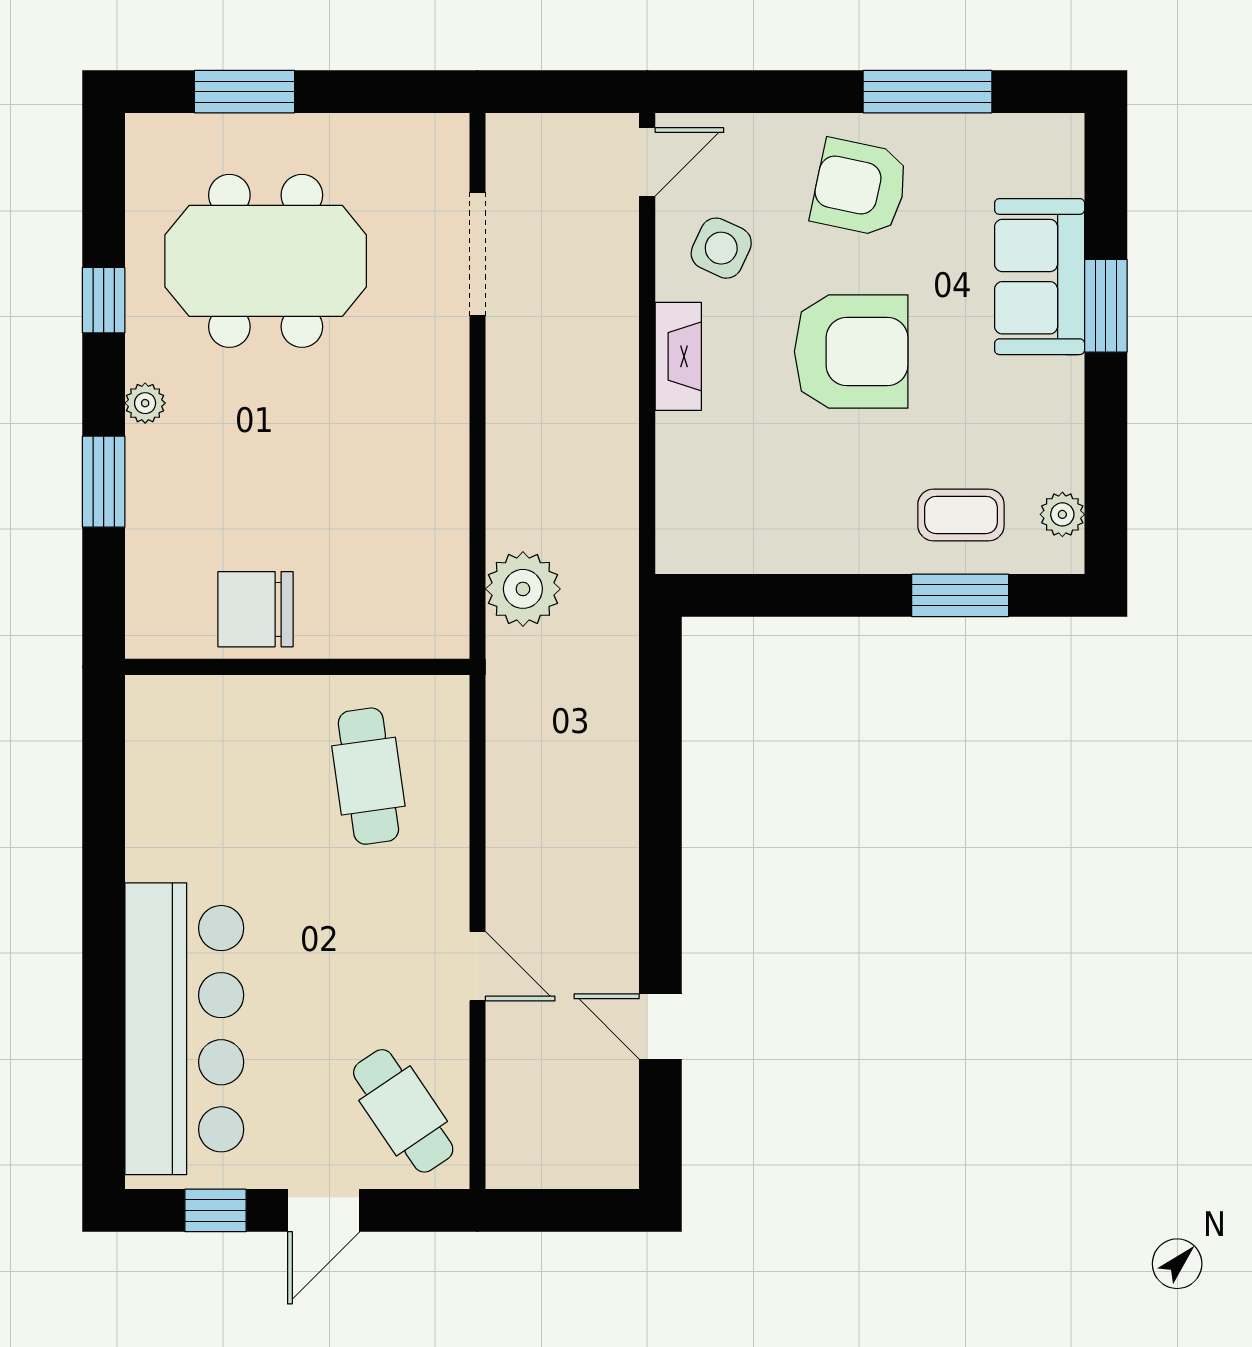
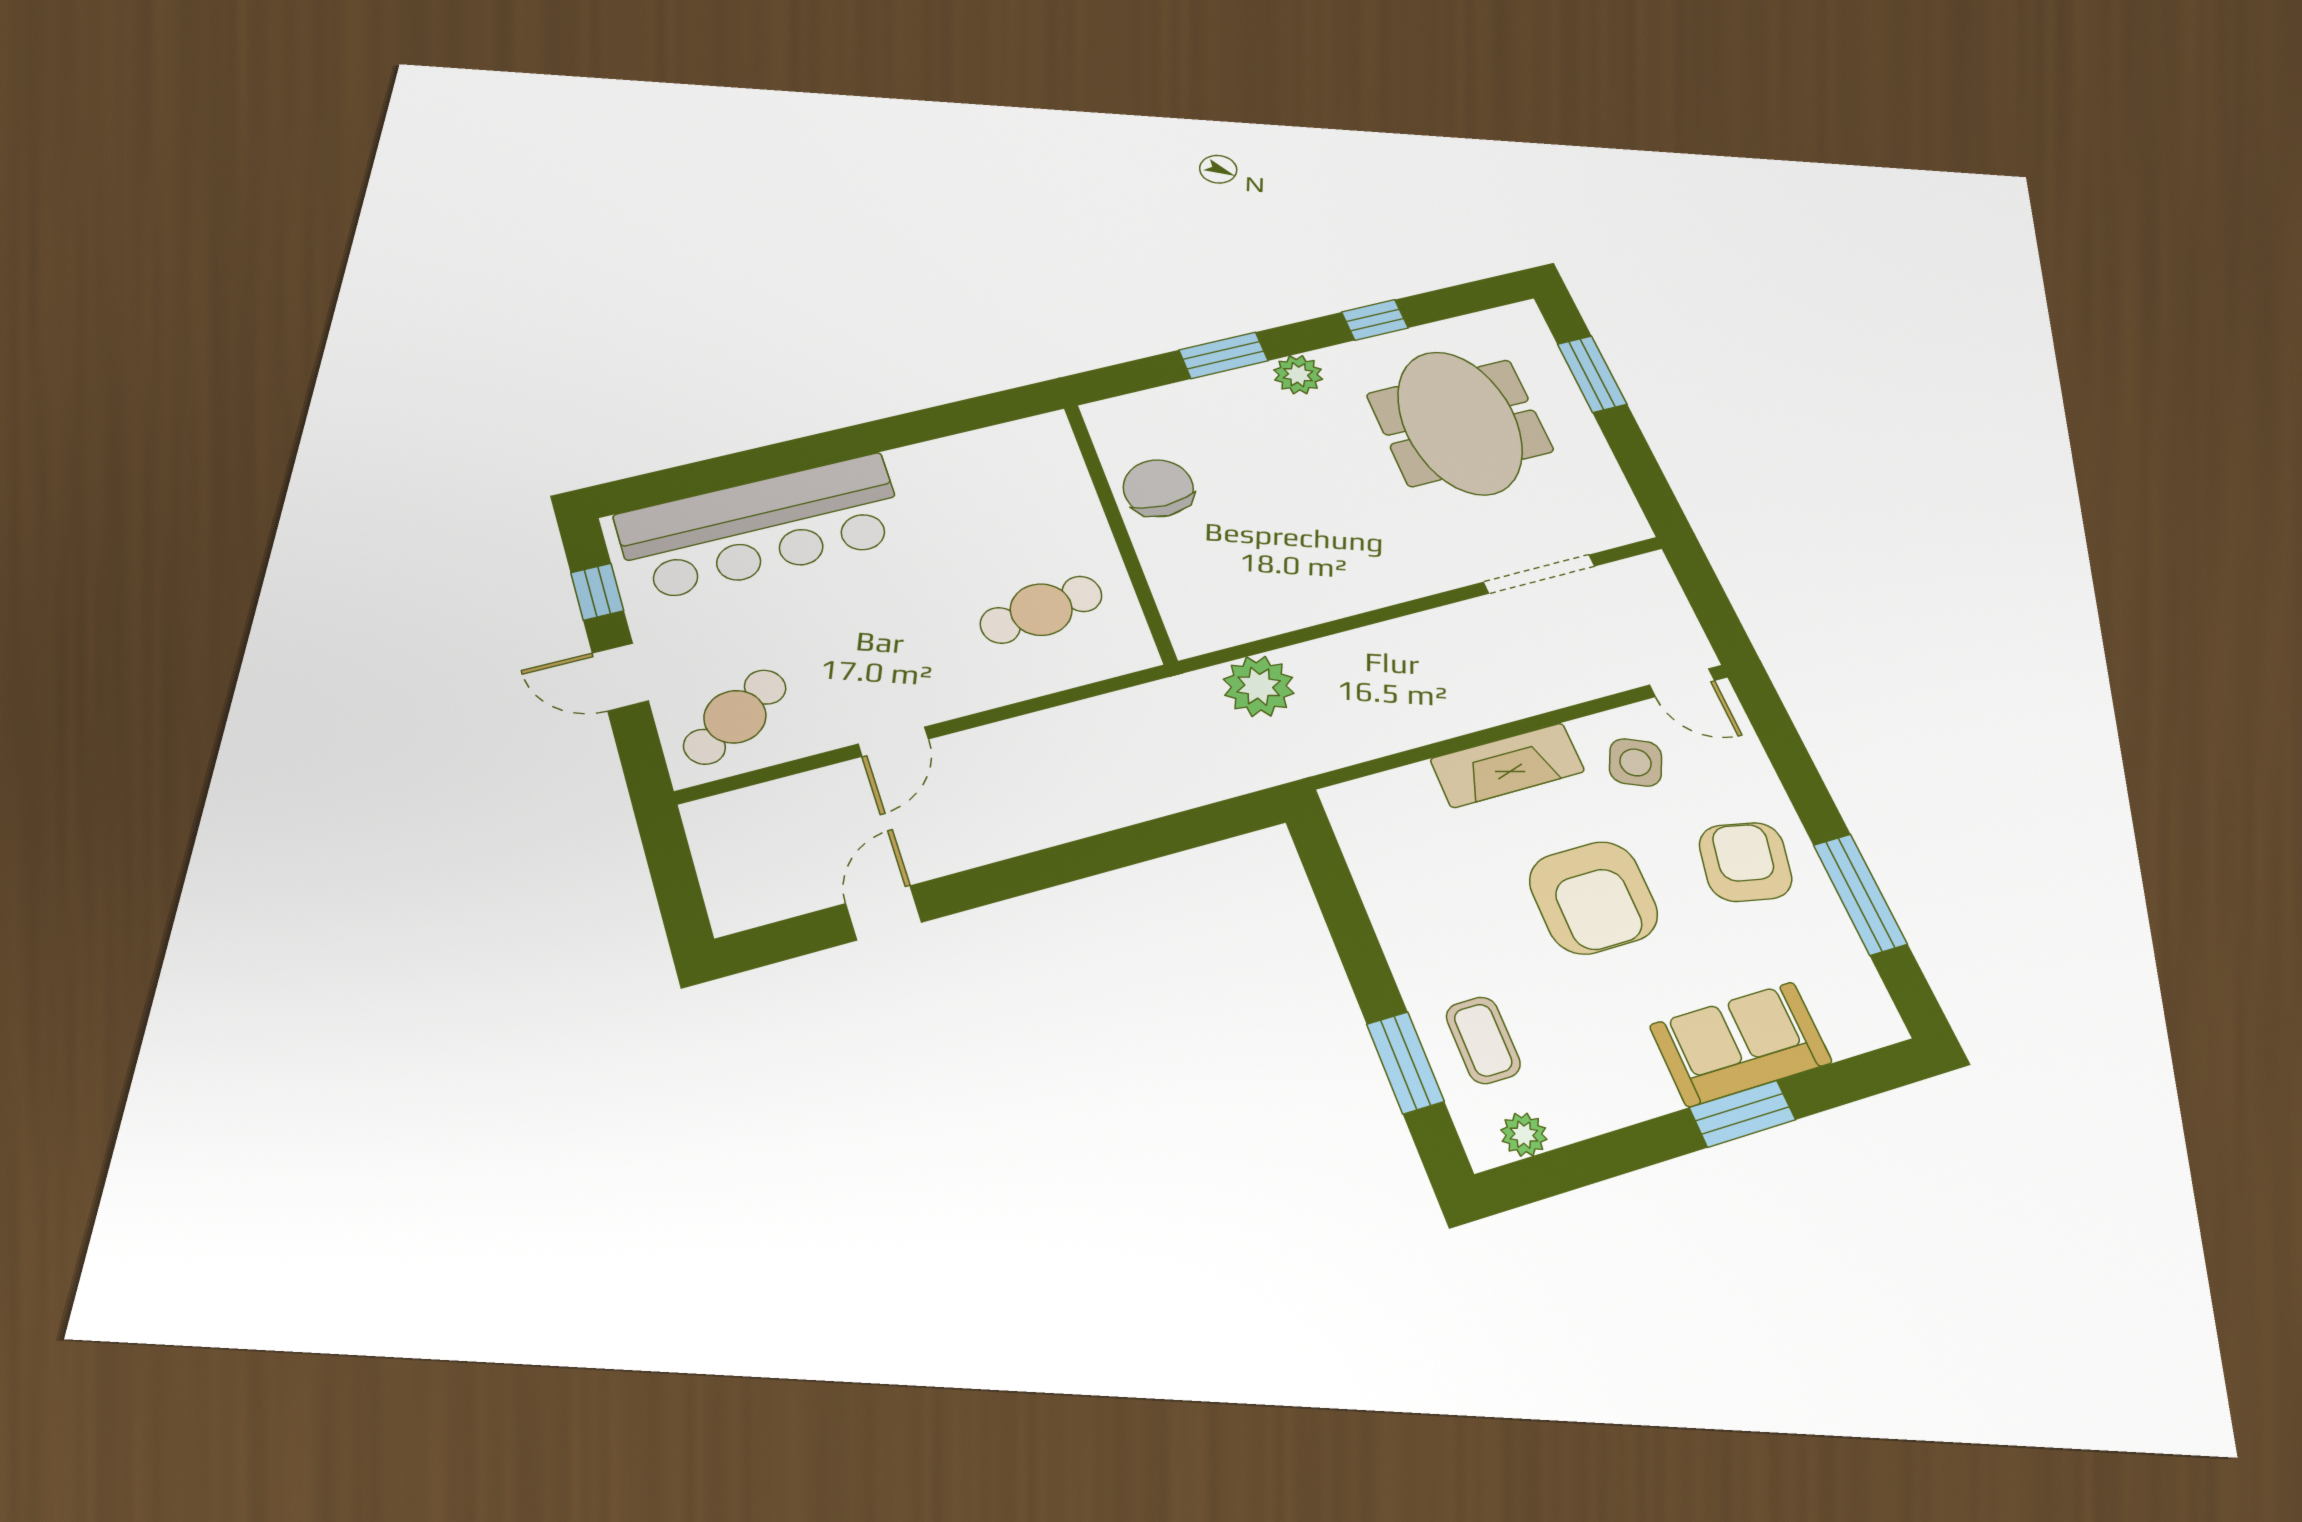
fireplace: (678, 356) -> (1507, 765), width x1.37, depth x1.32
plant: (145, 403) -> (1298, 375), width x1.38, depth x1.38

